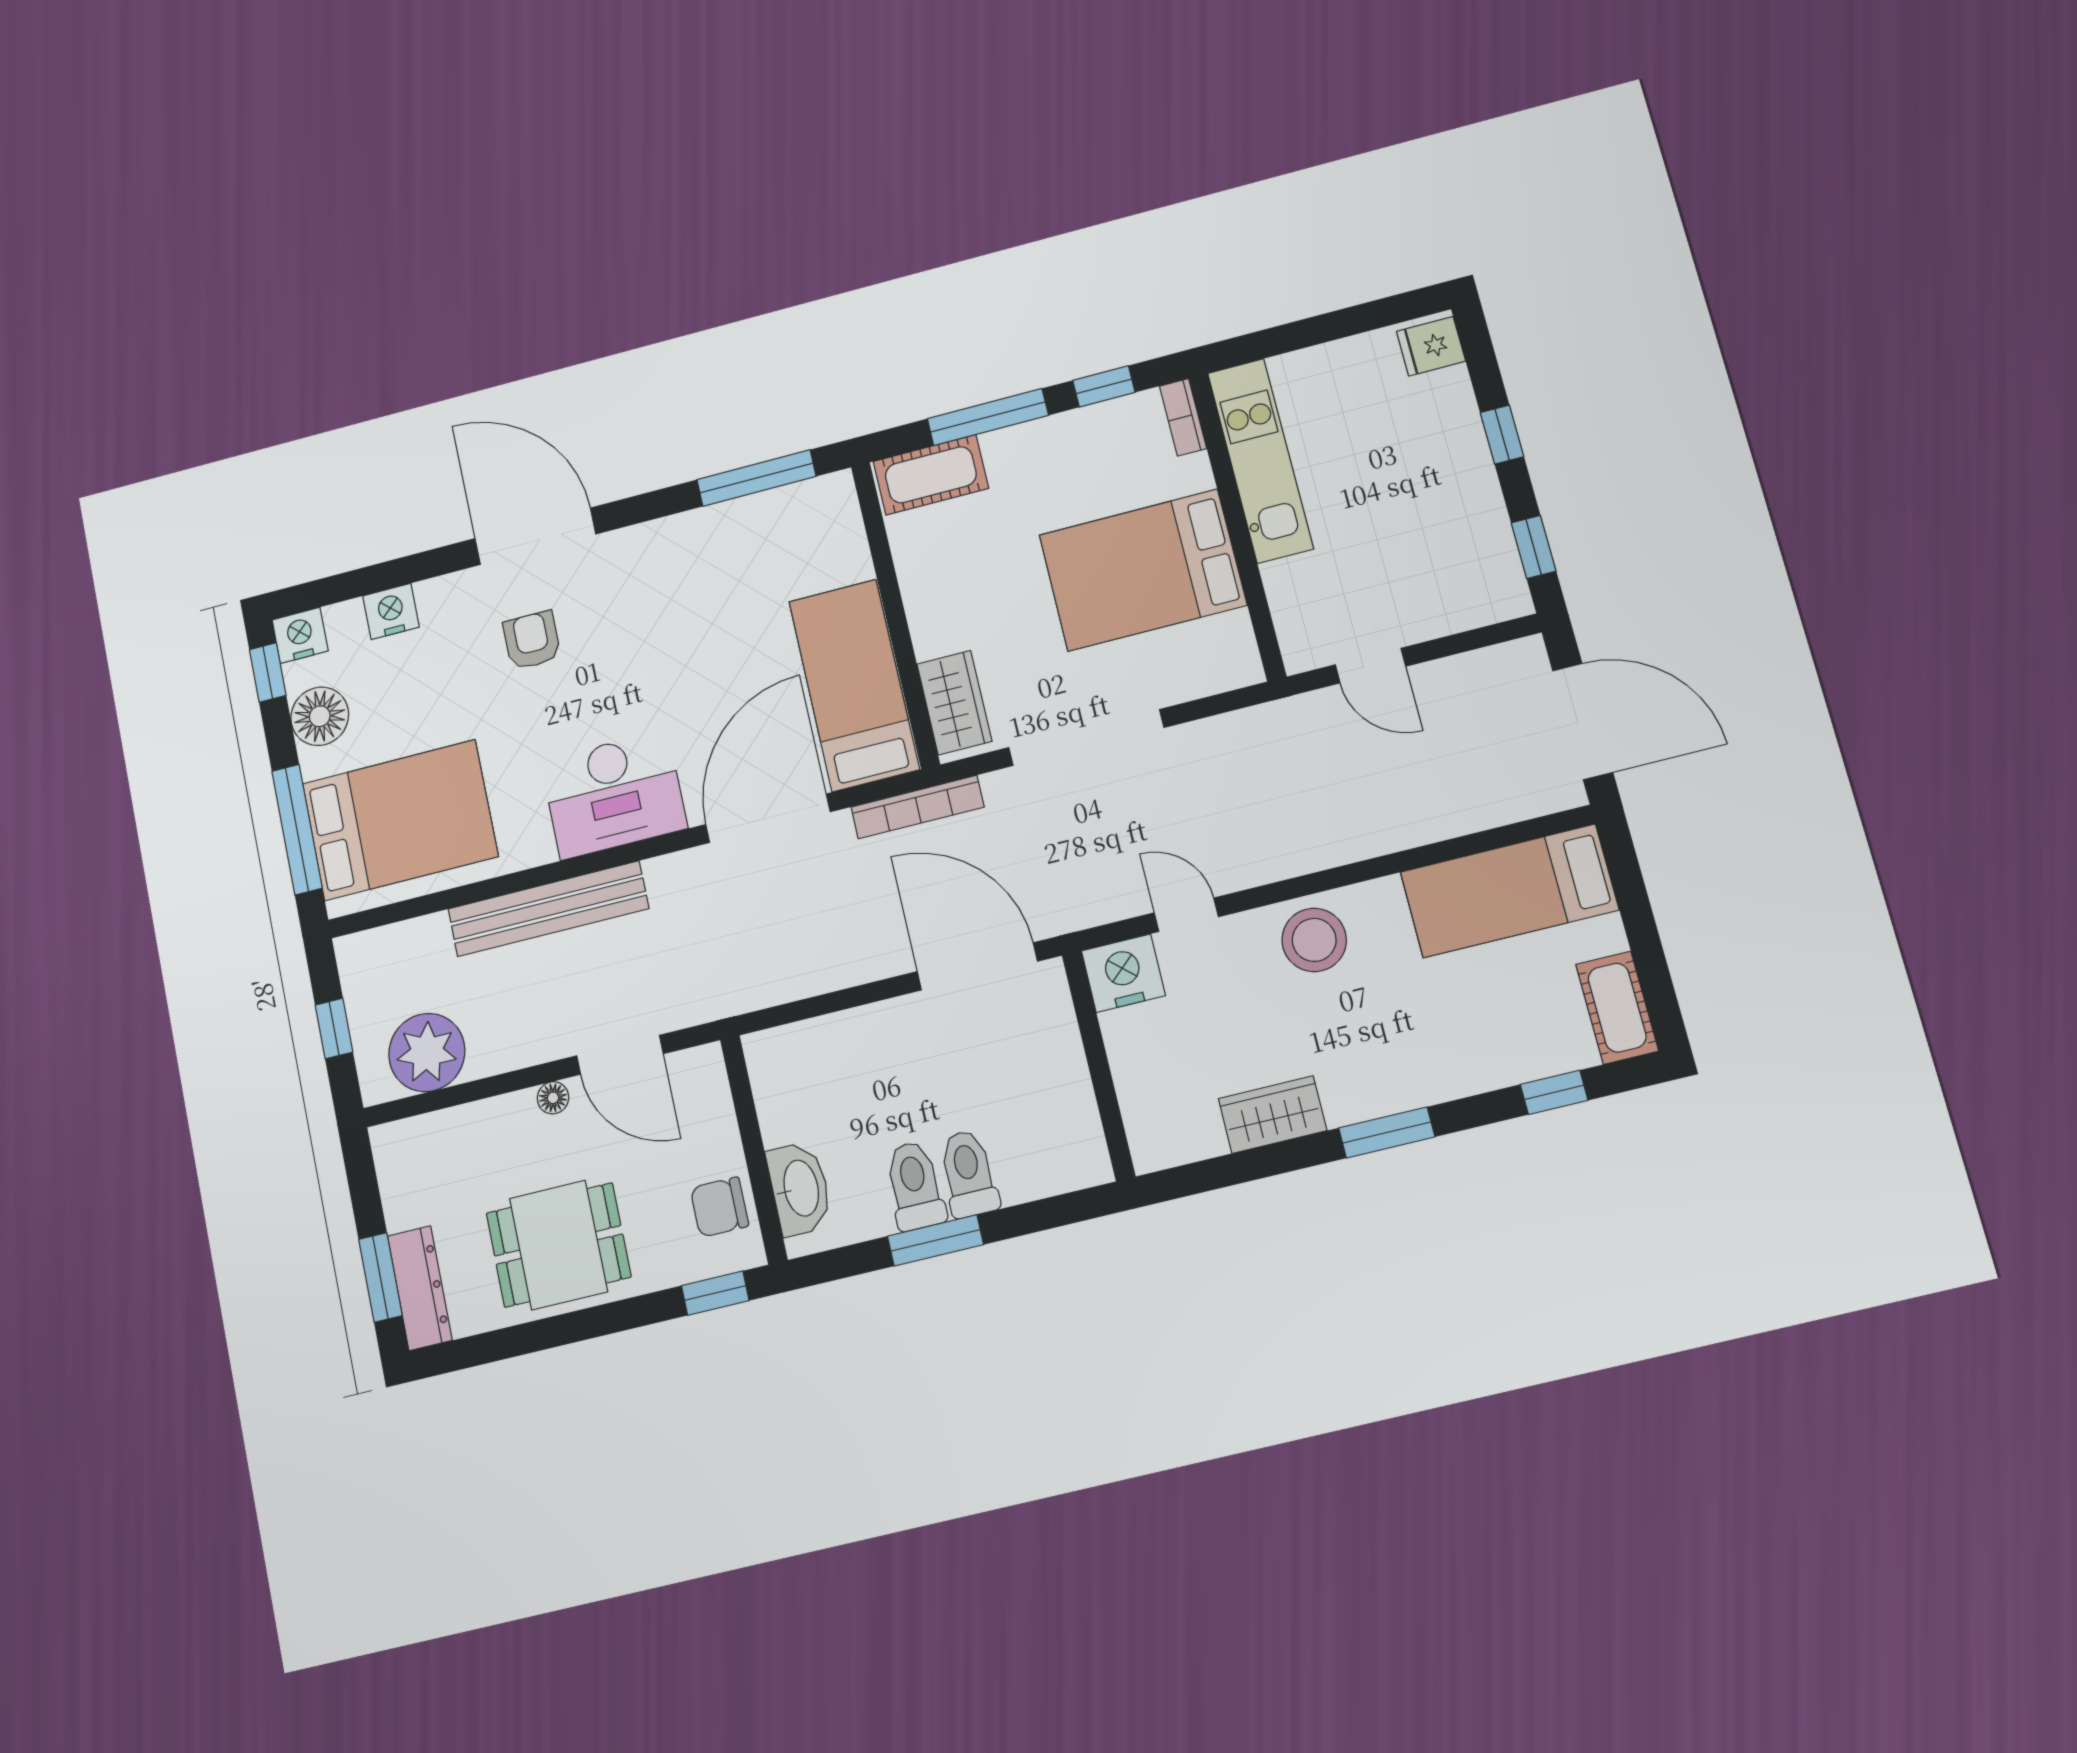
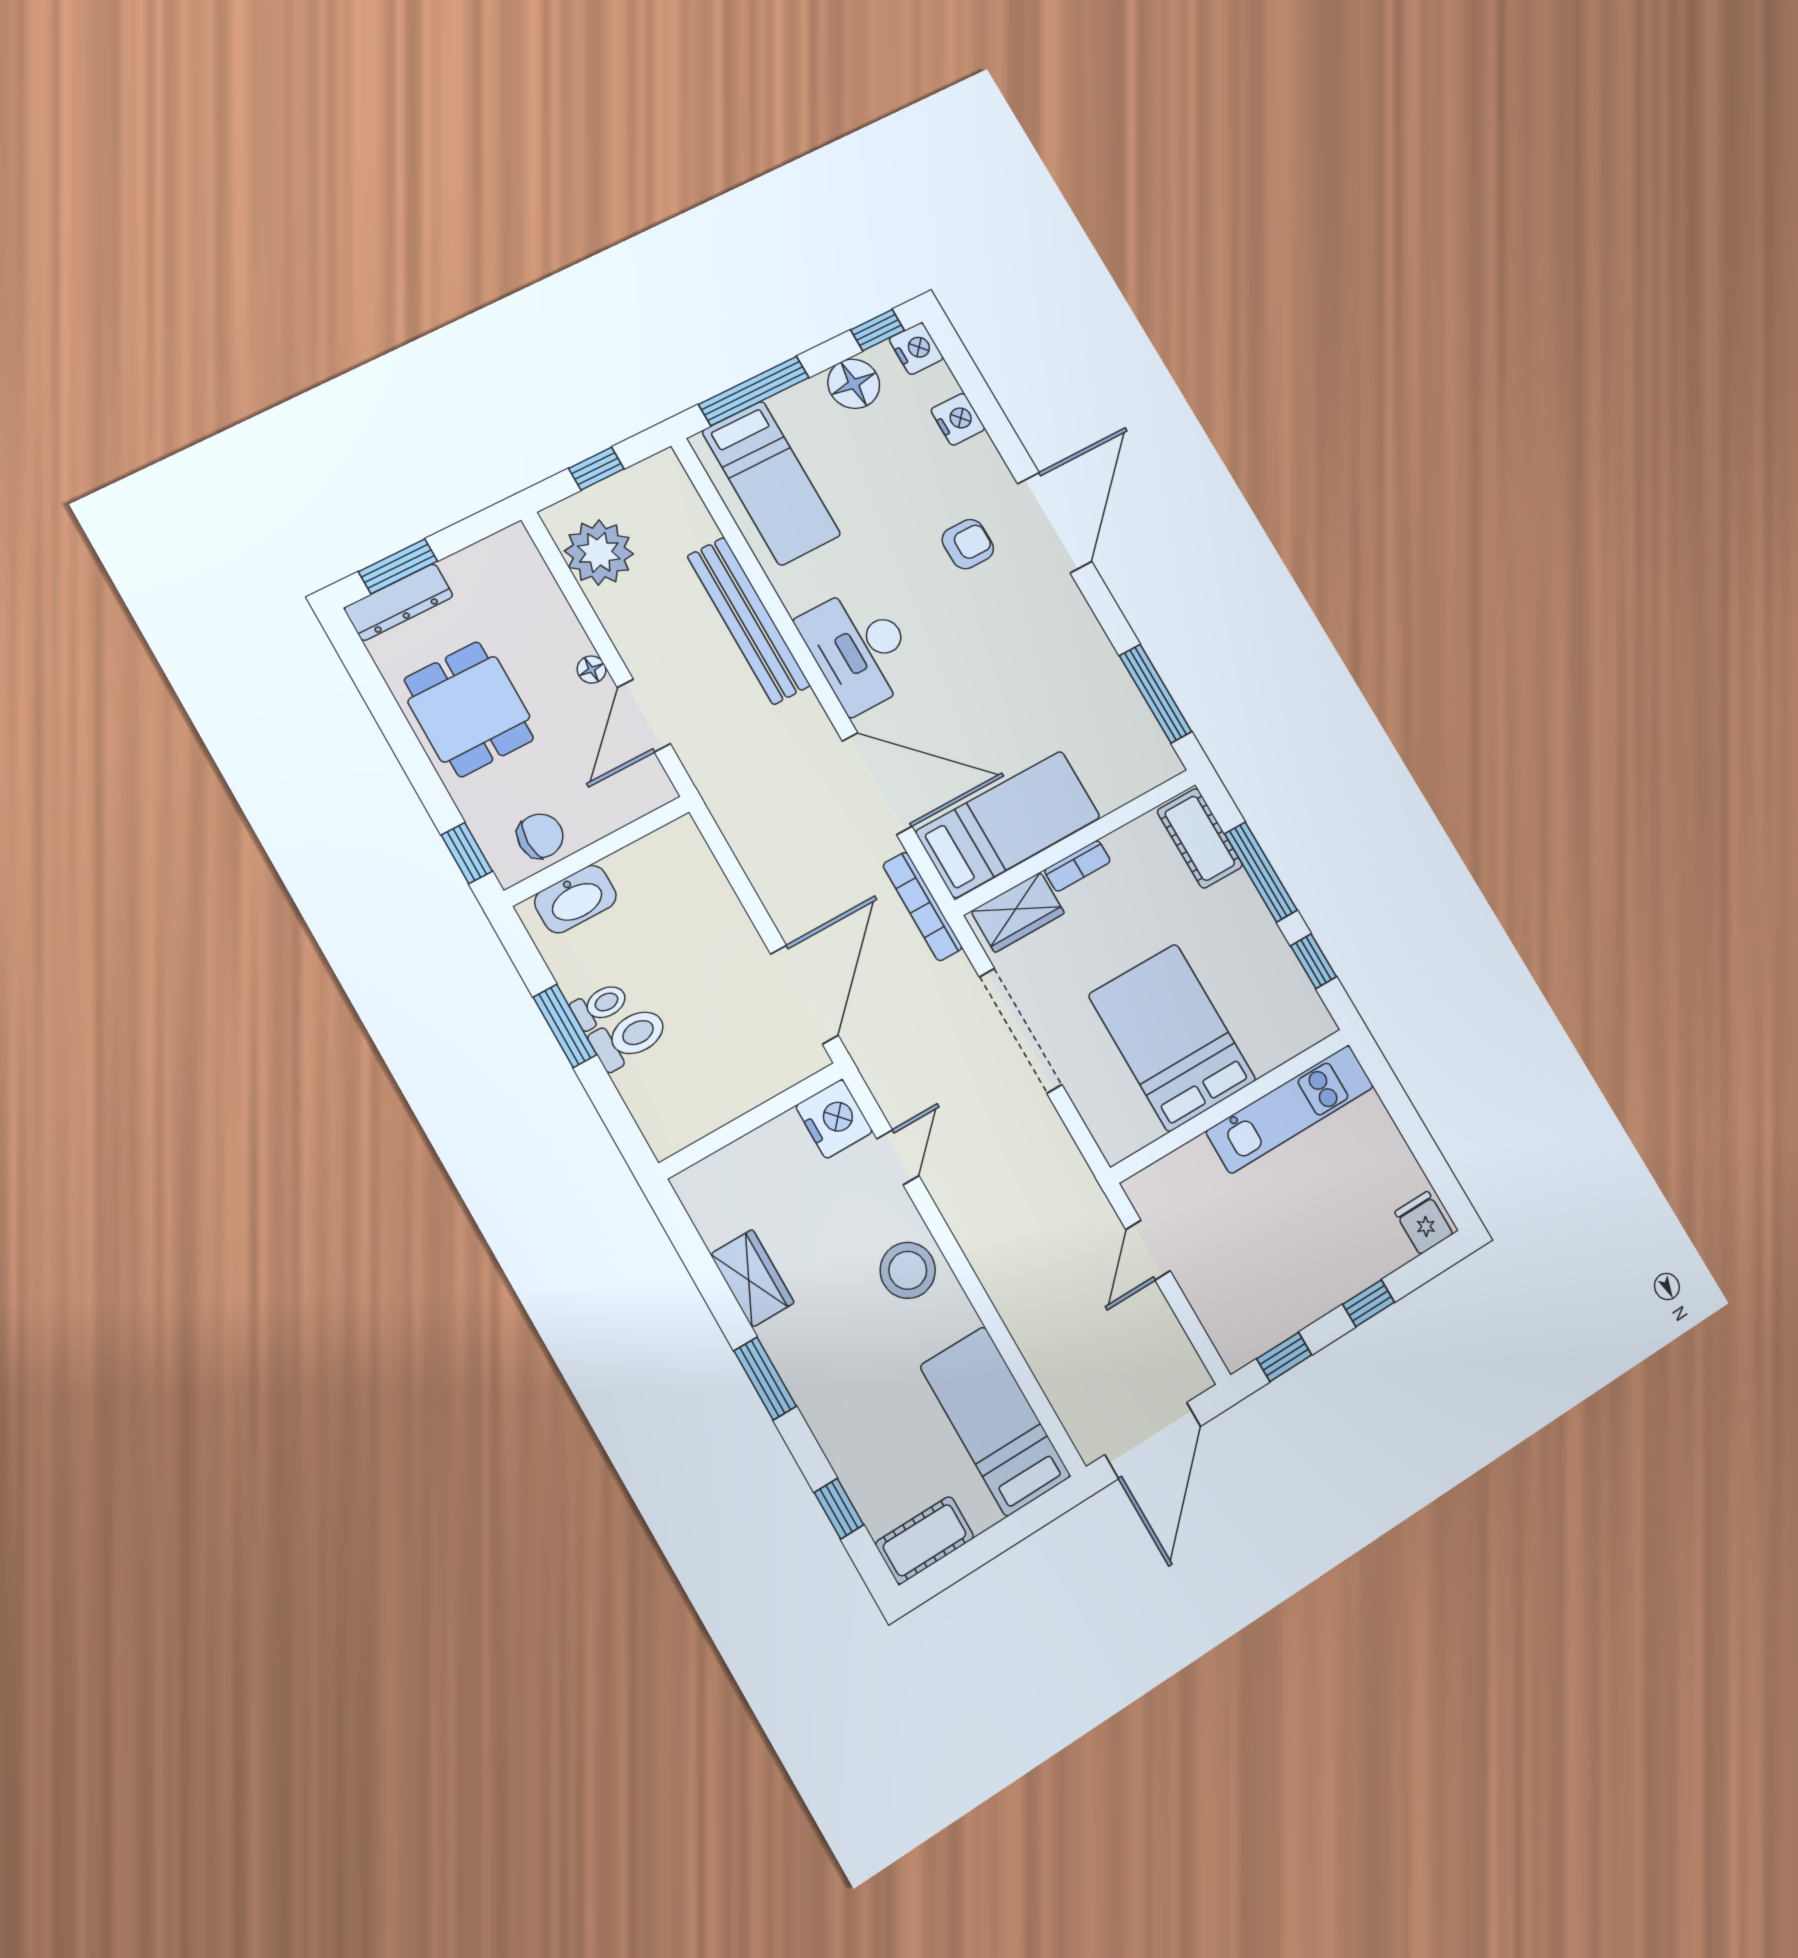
bookcase: (1183, 417) -> (1077, 866), moved, turned 180
bed: (400, 820) -> (771, 483), width x0.67
toilet: (915, 1186) -> (600, 1006), width x0.73, depth x0.72
chair: (719, 1207) -> (540, 836), turned 90

